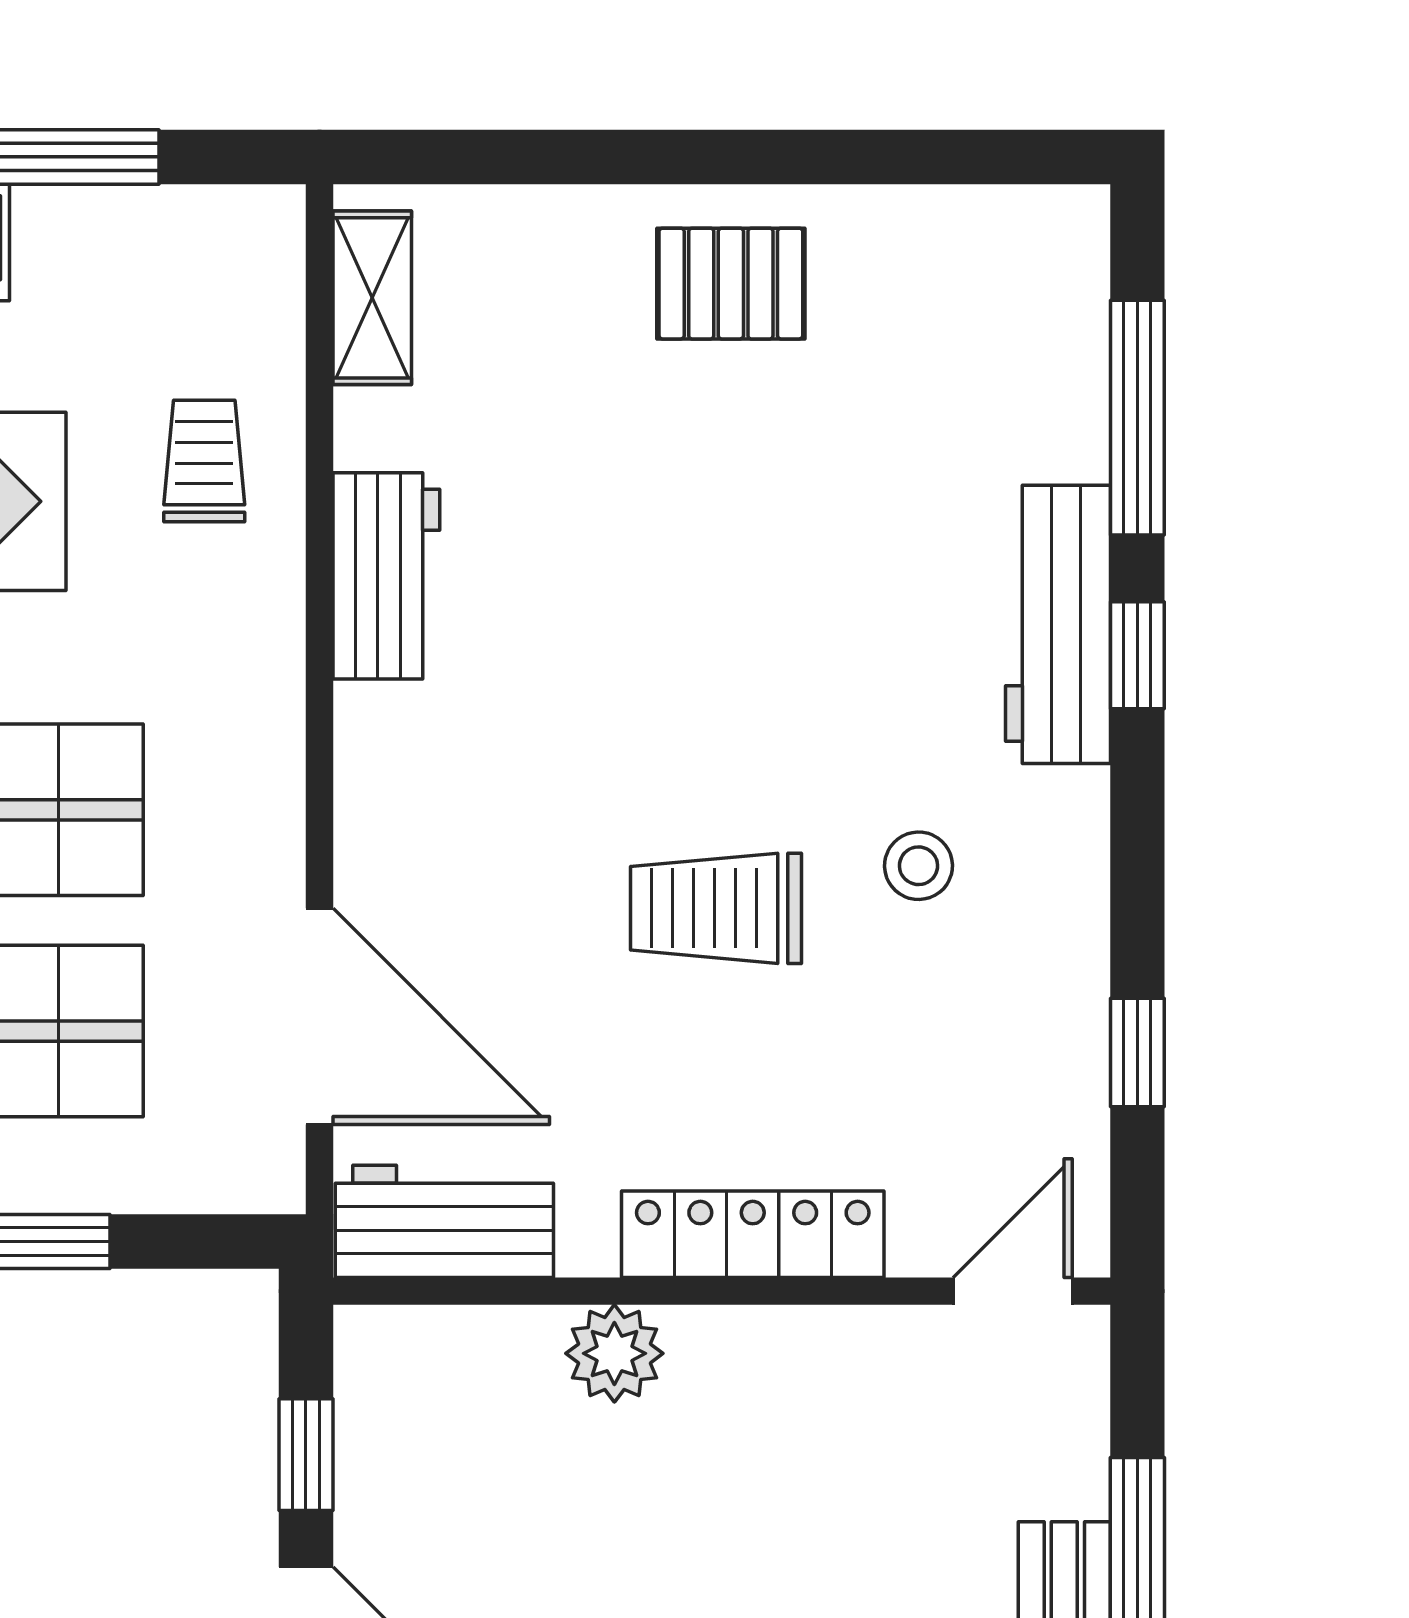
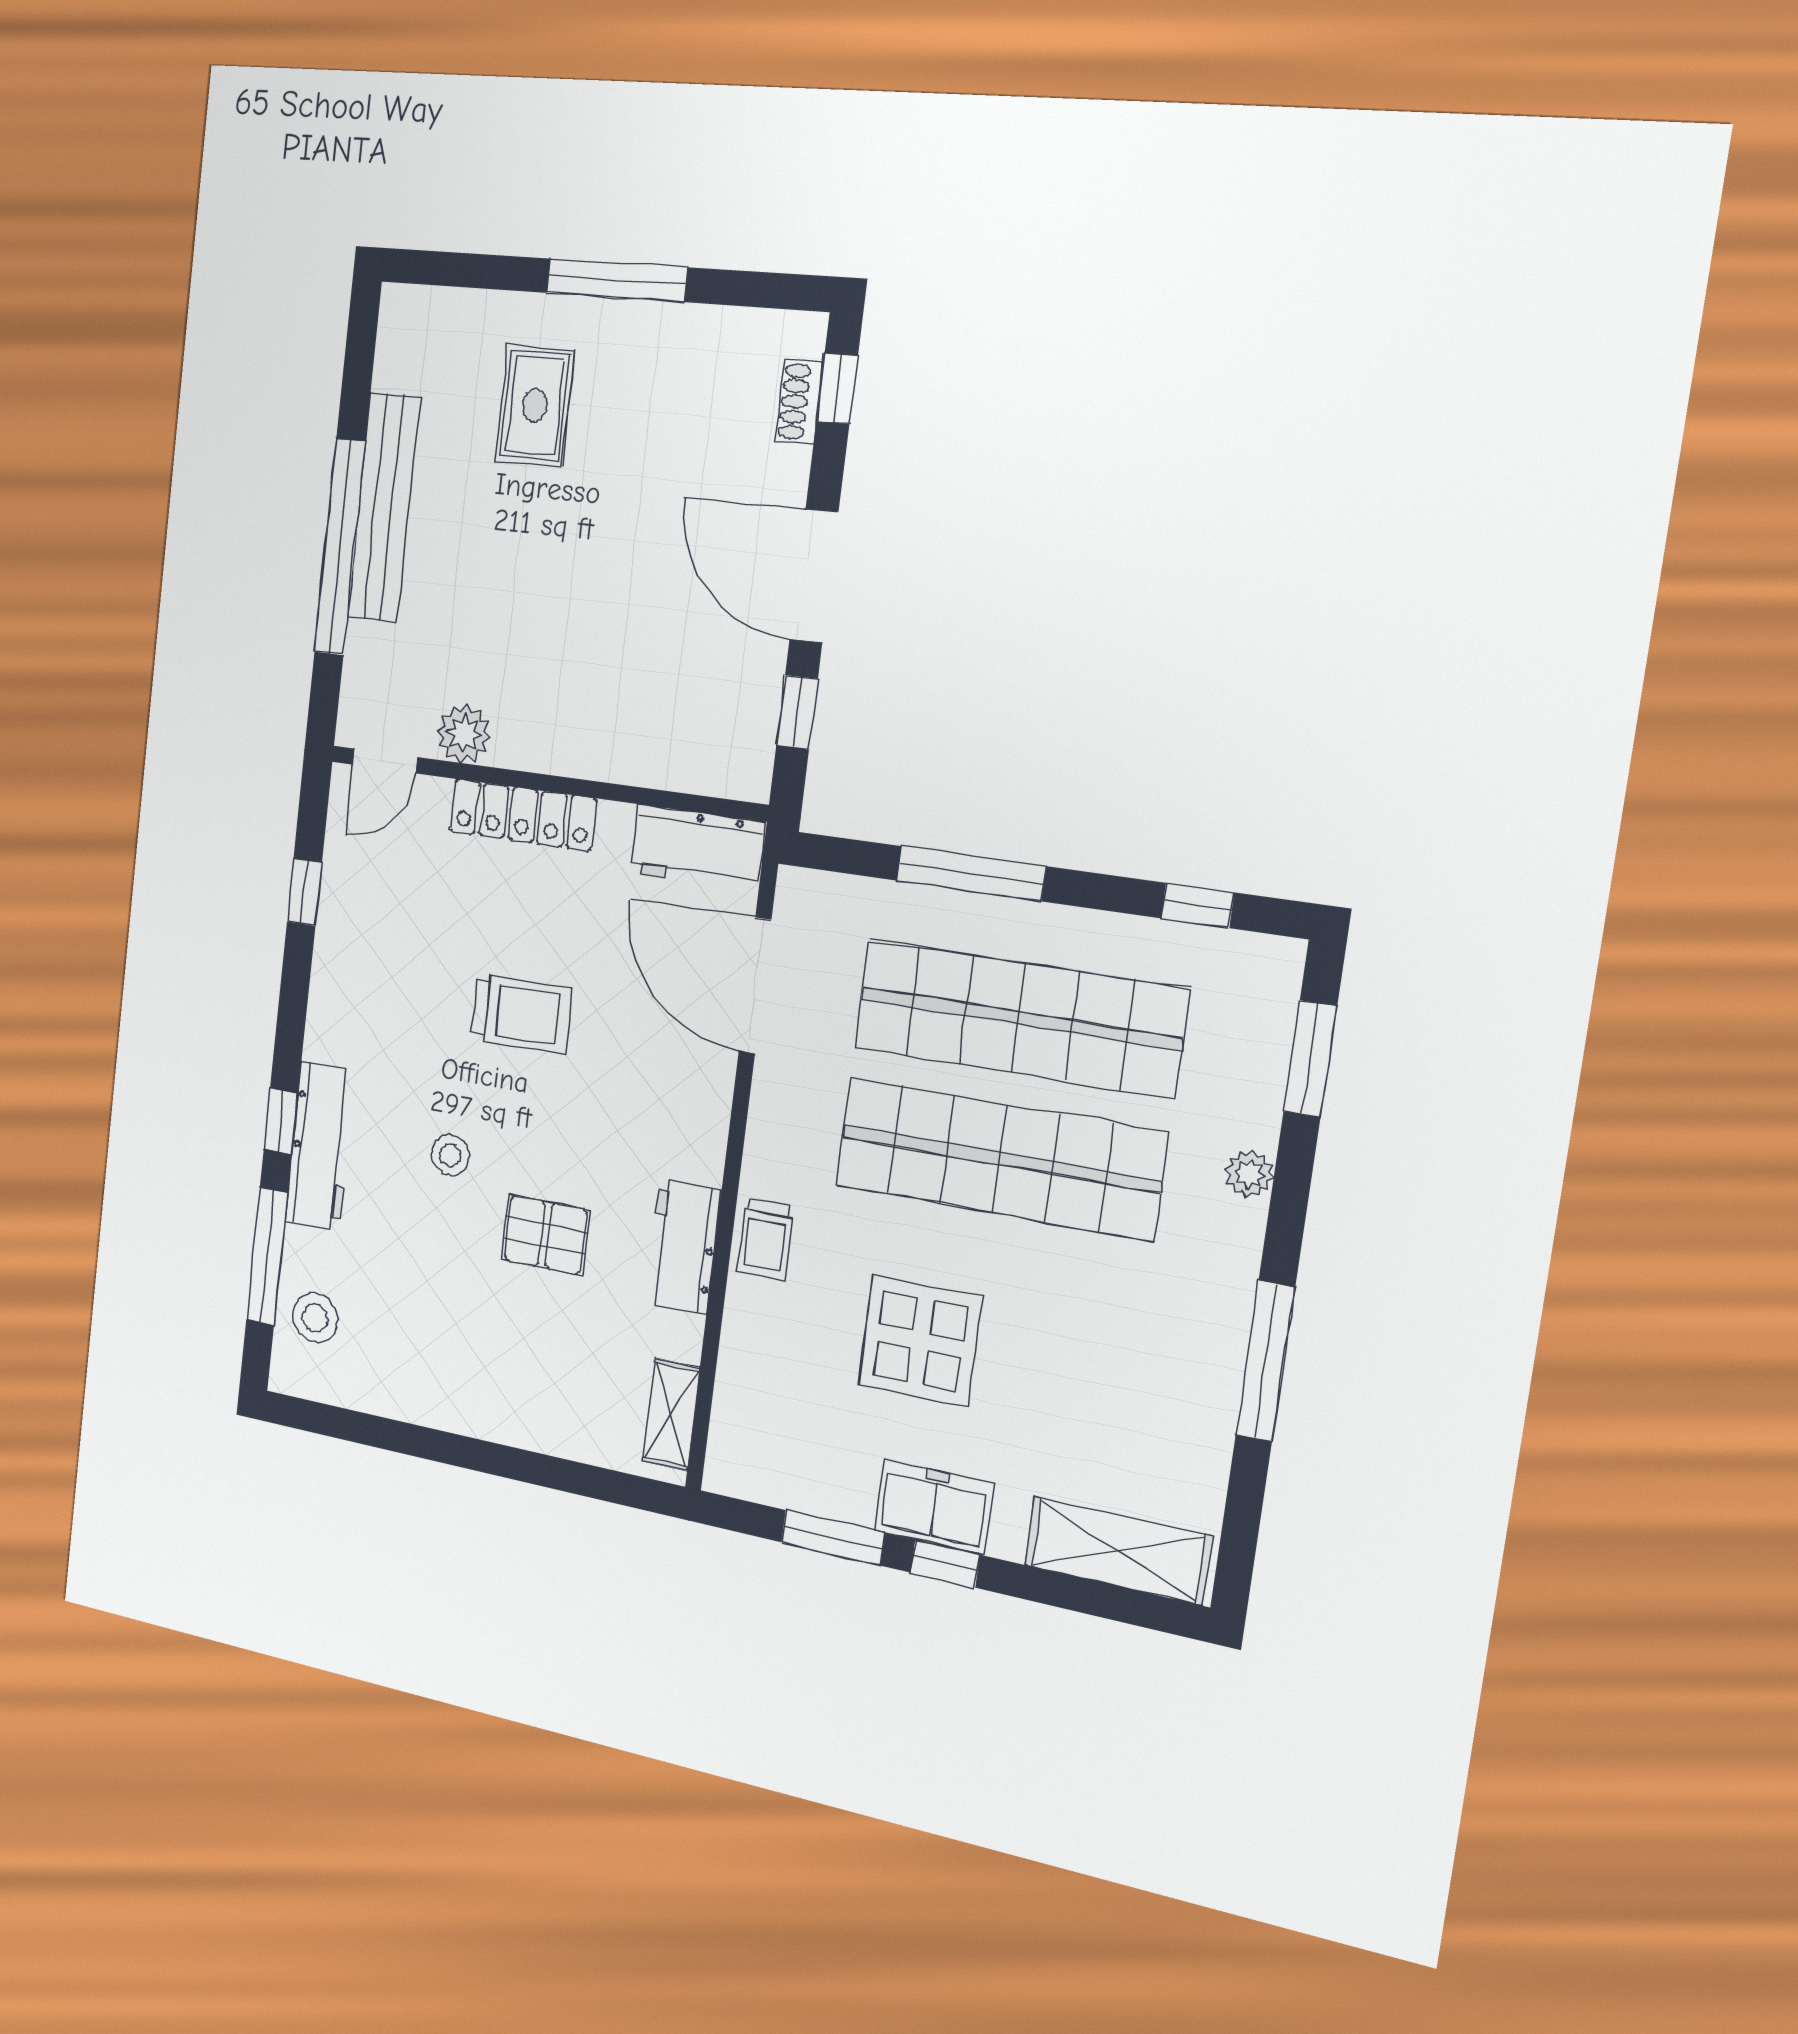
pallet: (731, 284) -> (545, 1235), moved
stool: (1033, 329) -> (315, 1318), added
trolley: (204, 461) -> (765, 1240), moved
stool: (919, 866) -> (450, 1155), moved
plant: (614, 1353) -> (464, 734), moved

